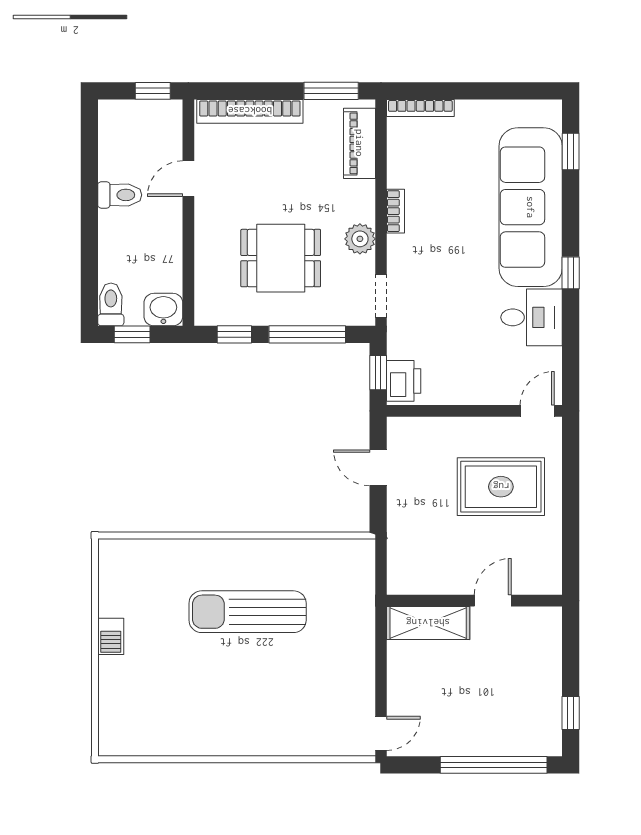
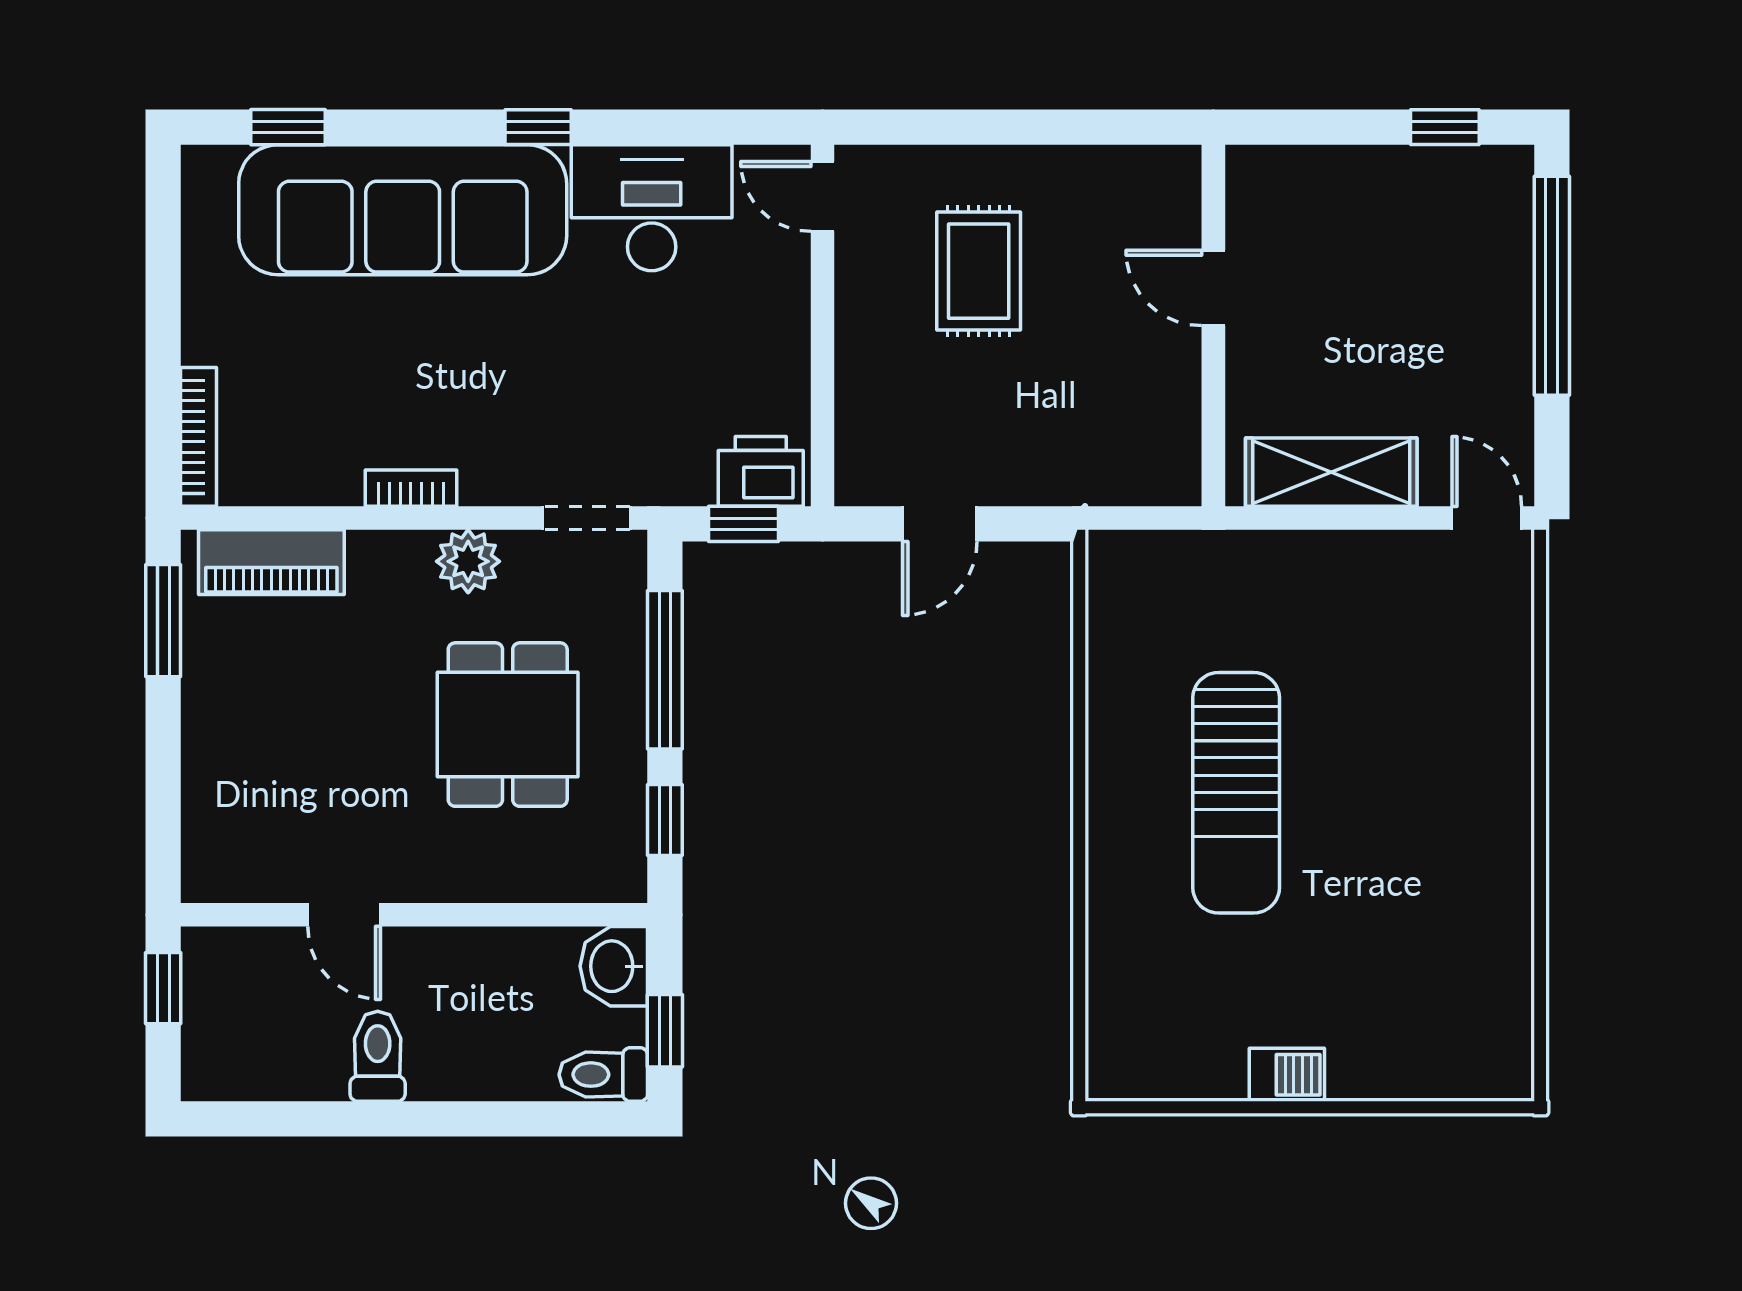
bookcase: (250, 111) -> (205, 788), removed
desk: (532, 317) -> (652, 208), width x1.37
rug: (501, 487) -> (979, 271), width x0.73, depth x0.70
shelving: (428, 623) -> (1331, 472), moved, turned 90

